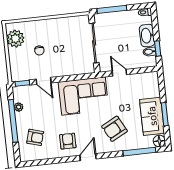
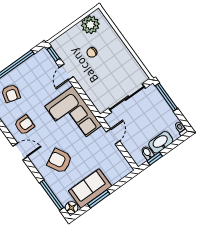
plant: (19, 107) -> (30, 63), removed

